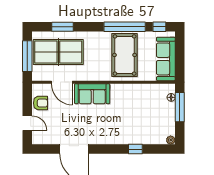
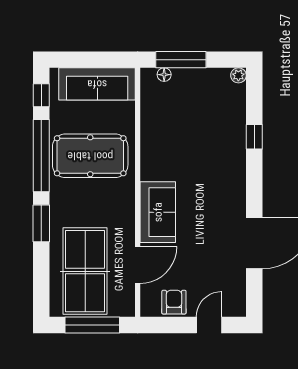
window: (63, 27) -> (41, 223), moved

